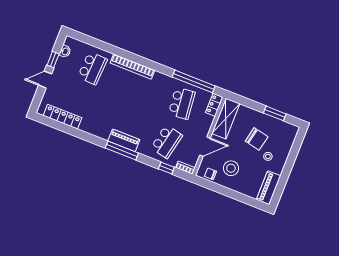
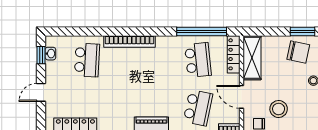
window: (53, 60) -> (41, 55), moved
locker: (214, 105) -> (234, 54), width x1.53
chair: (257, 139) -> (298, 52), moved
door: (205, 147) -> (242, 97), swing flipped

